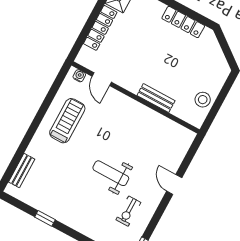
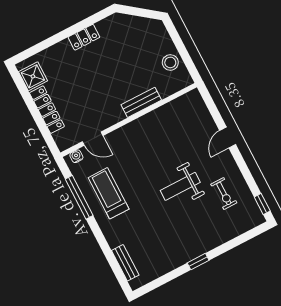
locker: (183, 22) -> (84, 37), width x0.66
window: (49, 100) -> (79, 197), added
door: (174, 184) -> (228, 138), hinge flipped
window: (45, 218) -> (198, 262), moved

